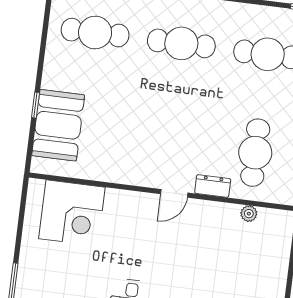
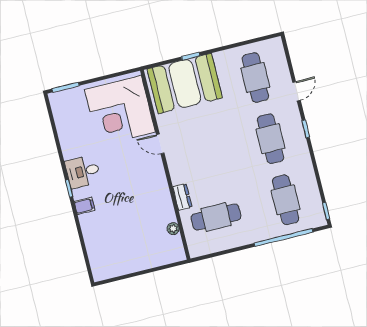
booth: (58, 125) -> (185, 83), width x1.36, depth x1.42
door: (174, 193) -> (160, 144), moved
corner desk: (72, 213) -> (120, 111), width x1.36, depth x1.36

